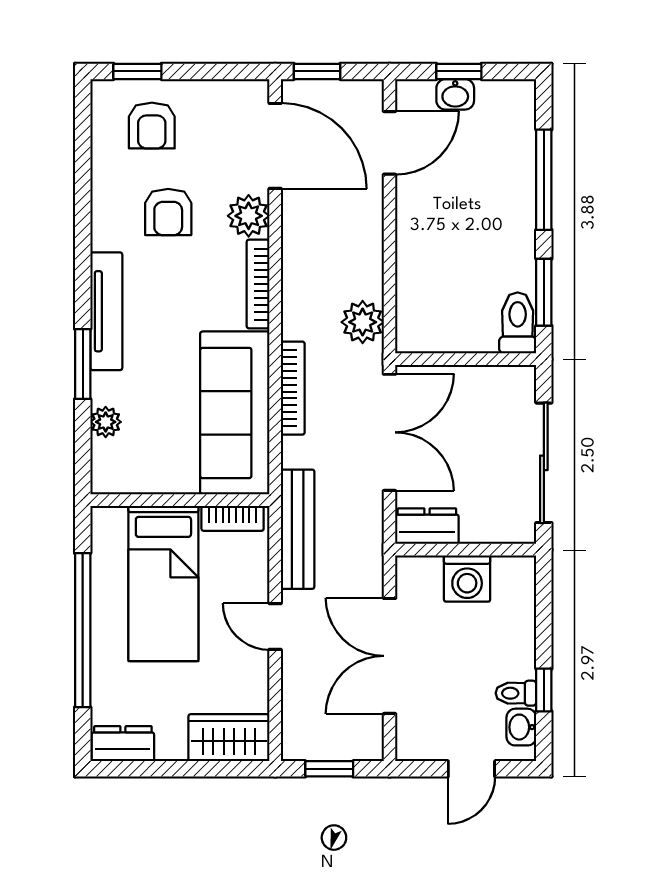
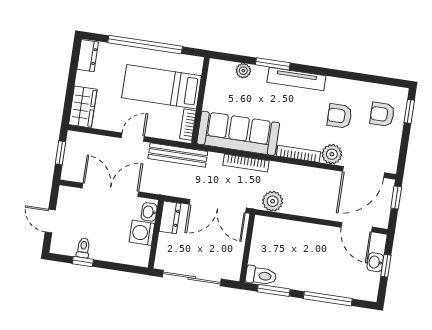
washbasin: (521, 727) -> (149, 212), moved, turned -90

